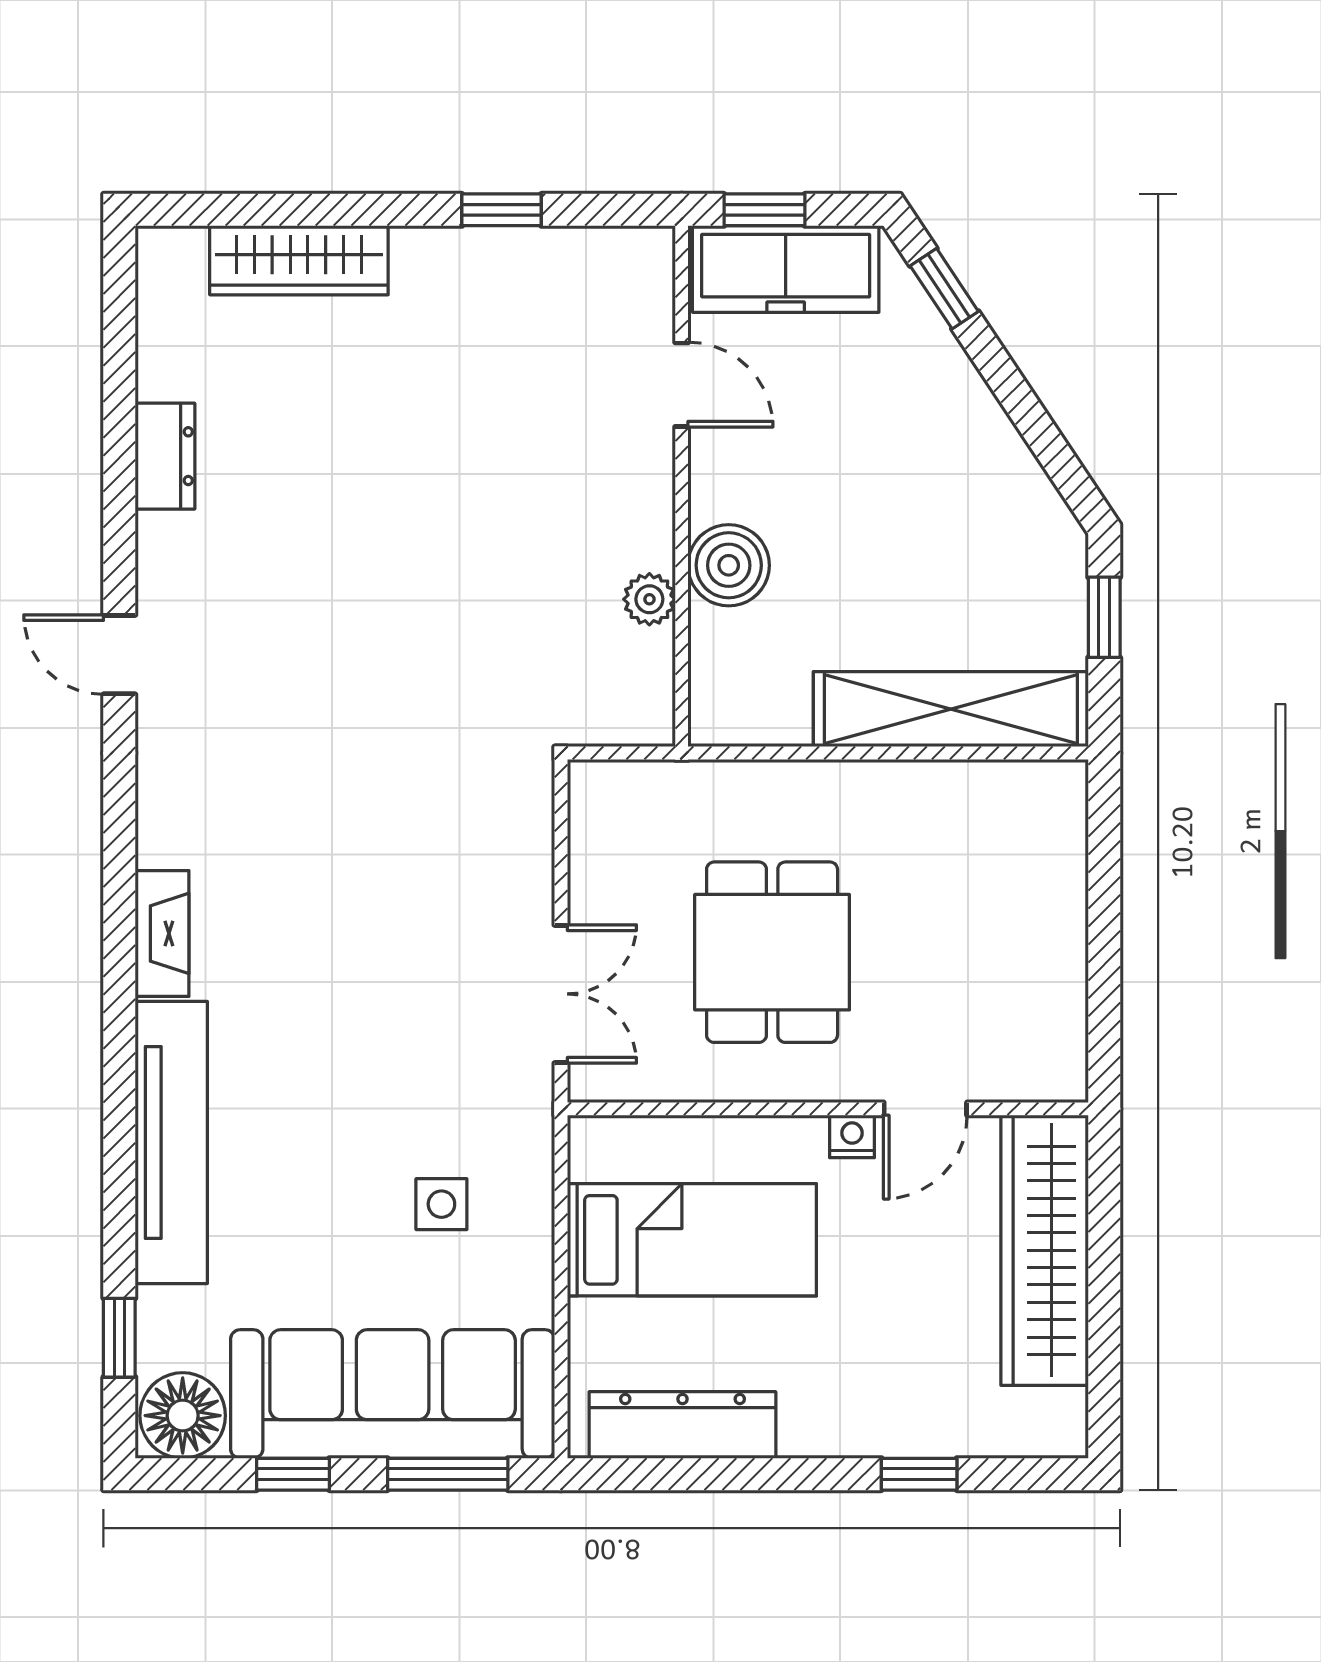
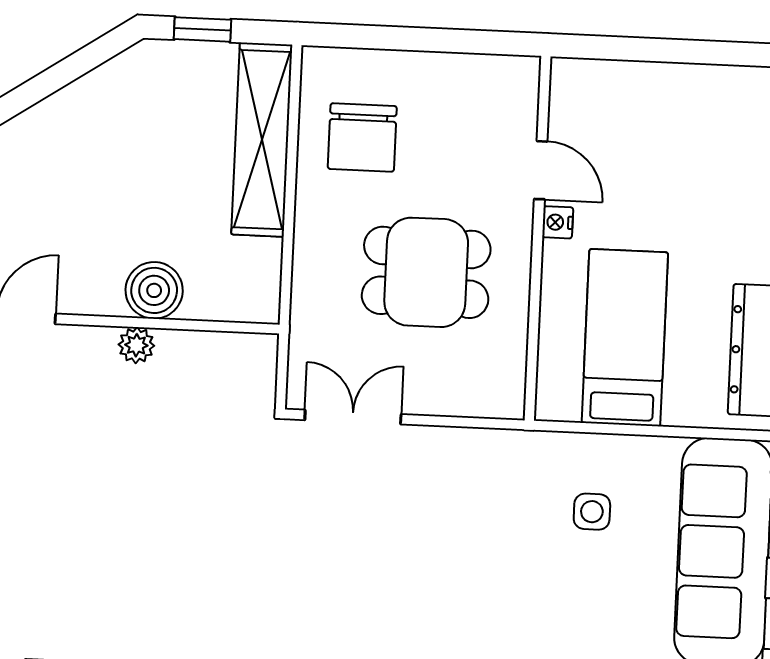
plant: (649, 599) -> (136, 345), moved
chair: (960, 852) -> (362, 137), added
double door: (561, 994) -> (353, 417), moved
wardrobe: (1045, 1250) -> (643, 91), removed

